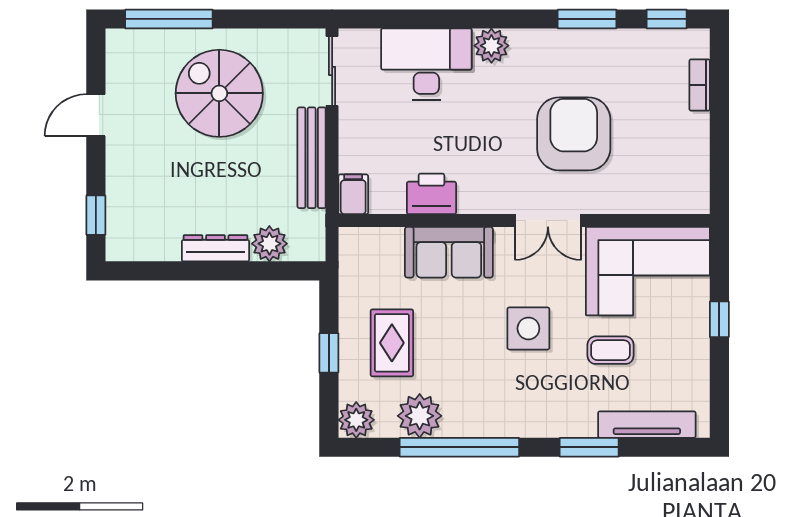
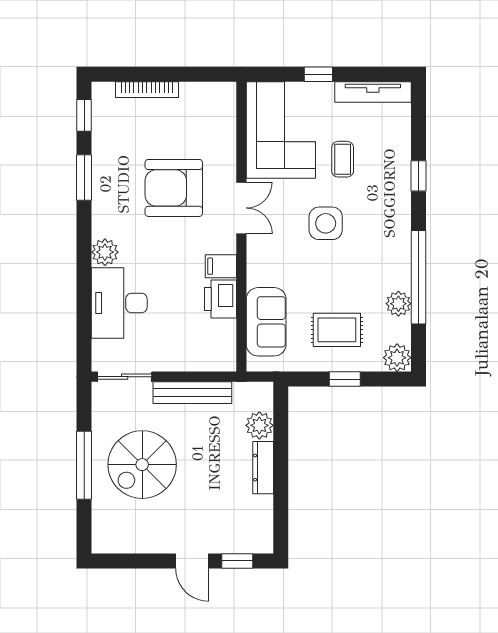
window: (169, 19) -> (84, 465), moved
bookcase: (700, 85) -> (147, 90), width x1.56
door: (96, 115) -> (192, 561), moved
filing cabinet: (353, 194) -> (221, 266), moved
sofa: (449, 252) -> (266, 322), moved
plant: (420, 416) -> (398, 304), width x0.73, depth x0.73
tv unit: (647, 425) -> (373, 92), moved, turned -90
window: (589, 447) -> (418, 176), width x0.67

